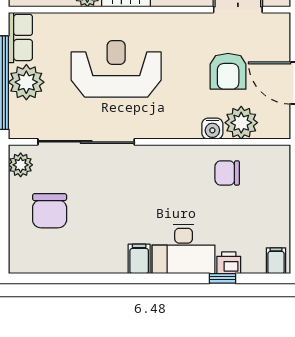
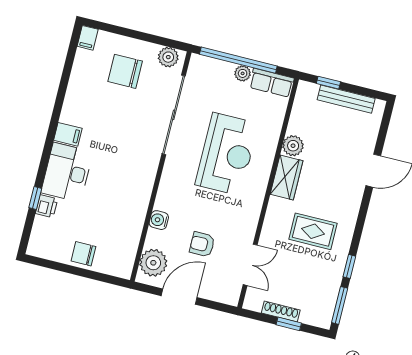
armchair: (228, 71) -> (202, 244), width x0.72, depth x0.72
plant: (26, 82) -> (243, 73), width x0.53, depth x0.53
plant: (241, 123) -> (153, 263), moved
chair: (227, 173) -> (83, 254), moved, turned -90
filing cabinet: (276, 261) -> (88, 38), moved, turned 90

